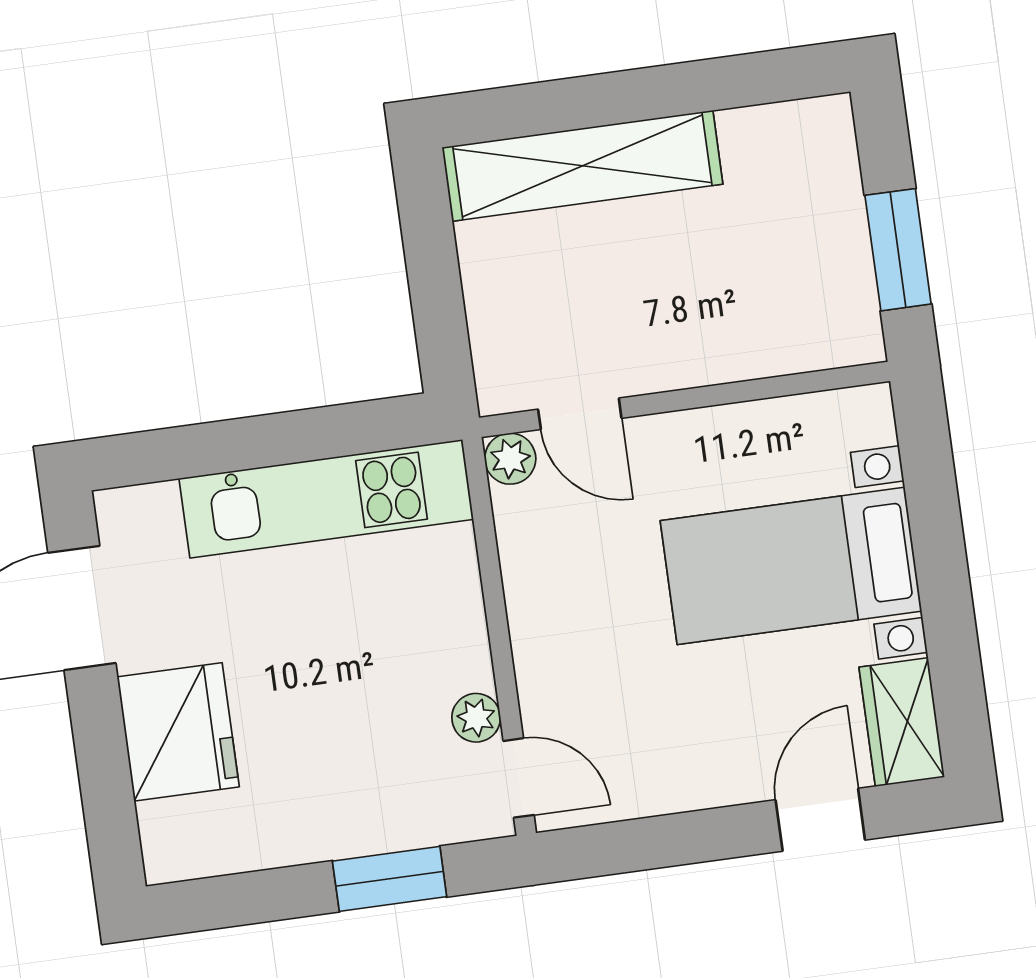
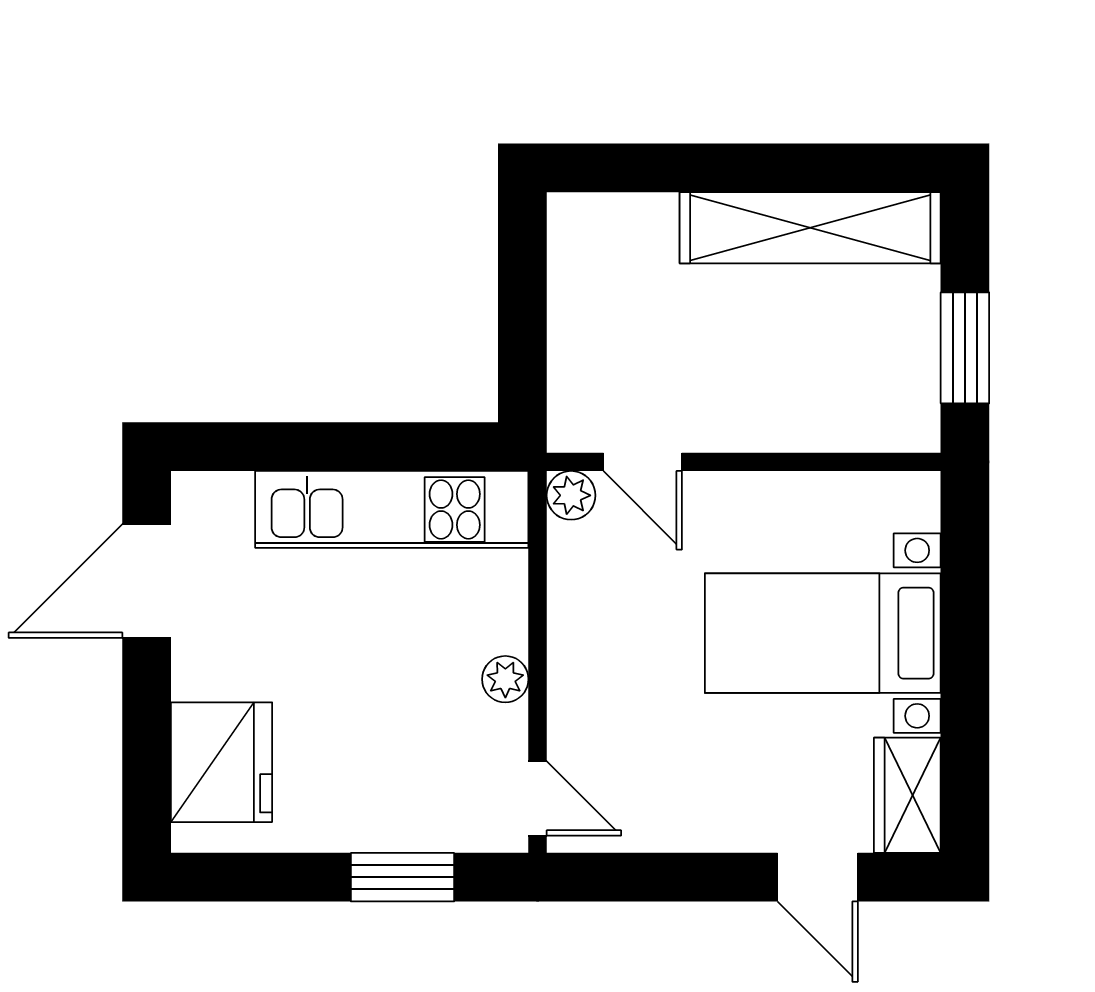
shelving: (582, 166) -> (810, 228), moved
plant: (476, 718) -> (505, 679), moved
fridge: (178, 732) -> (222, 762), moved
door: (820, 820) -> (818, 877), swing flipped

